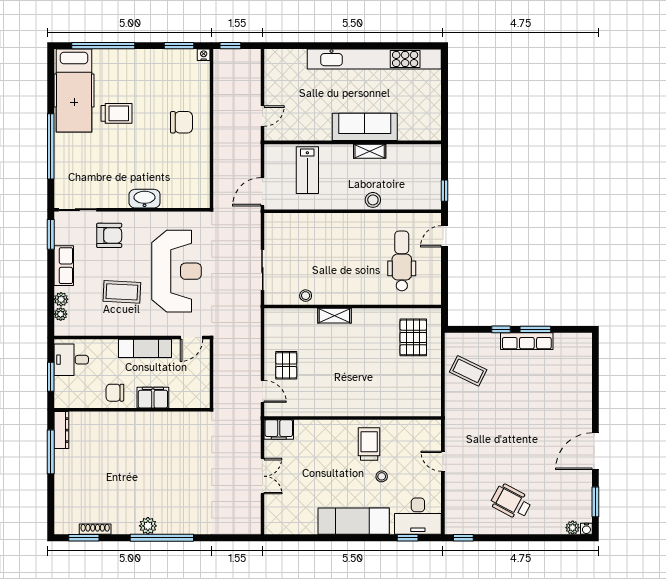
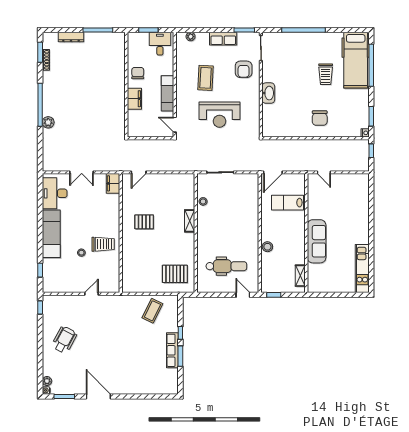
kitchen unit: (374, 59) -> (362, 268), width x0.54
hospital bed: (74, 91) -> (356, 60), moved, turned -90
shelving: (370, 151) -> (300, 276), moved
door: (262, 192) -> (273, 172), swing flipped
reception desk: (177, 271) -> (219, 115), width x0.74, depth x0.77
plant: (61, 299) -> (201, 37), removed
pallet: (286, 365) -> (144, 222), moved
dresser: (61, 430) -> (71, 37), moved
desk: (418, 516) -> (55, 193), moved
plant: (148, 526) -> (48, 122), moved

